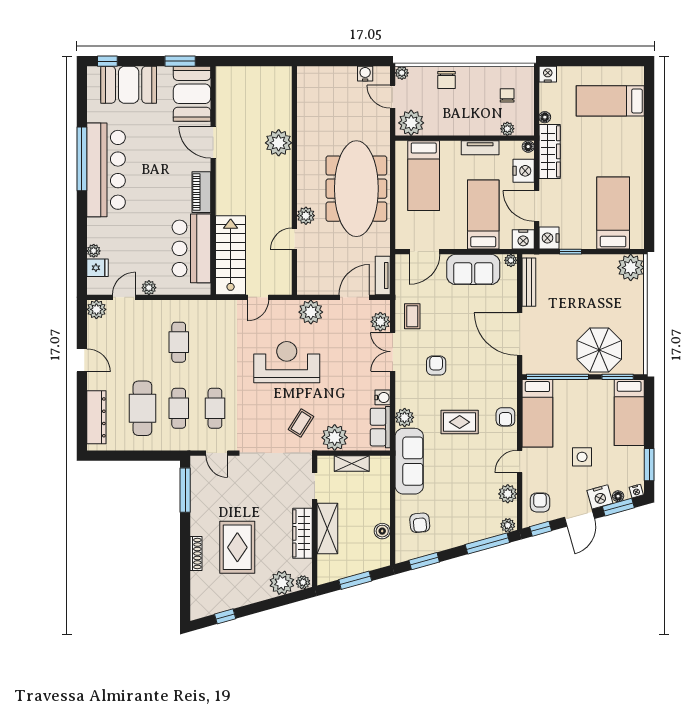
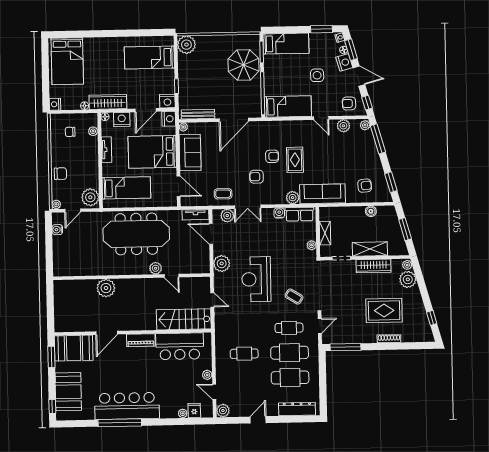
bed: (610, 101) -> (67, 61), width x1.50
bed: (483, 214) -> (152, 152), width x1.50
cafe table: (179, 408) -> (290, 353), width x1.37, depth x1.35
armchair: (505, 417) -> (272, 156), moved
coffee table: (301, 423) -> (294, 297), moved
plant: (335, 438) -> (312, 245), width x0.53, depth x0.53

